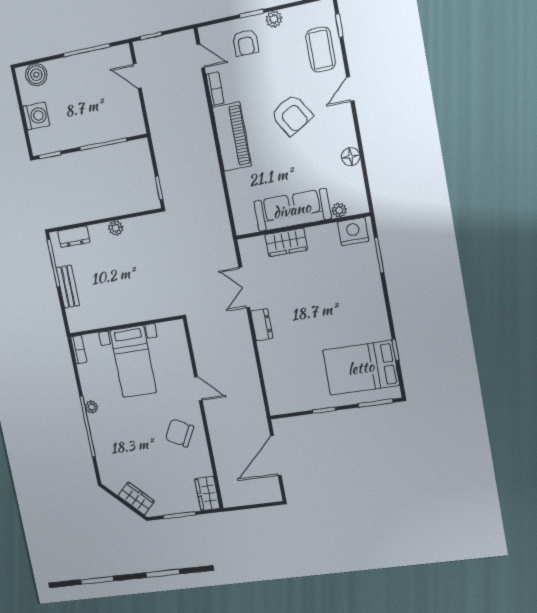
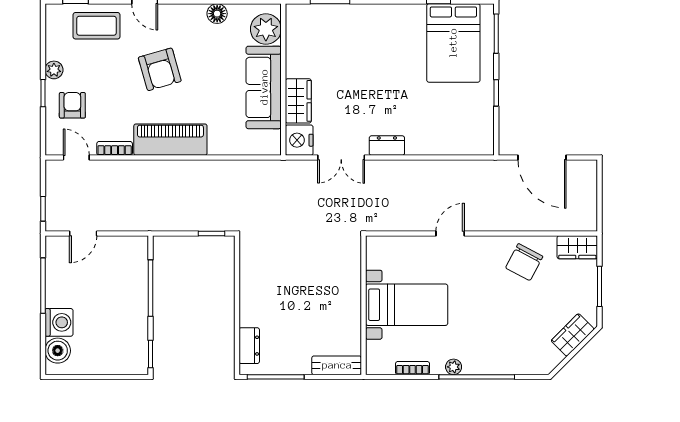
armchair: (246, 43) -> (72, 105), turned -90
door: (201, 56) -> (76, 158), hinge flipped
armchair: (292, 115) -> (160, 69), turned 105
washing machine: (36, 116) -> (59, 322), moved, turned 90
plant: (339, 210) -> (266, 29), width x1.87, depth x1.87
plant: (116, 228) -> (248, 294), removed
nightstand: (353, 232) -> (299, 140), moved
bench: (68, 287) -> (337, 365), moved
bookcase: (79, 350) -> (413, 368), moved
chair: (179, 433) -> (524, 262), moved

